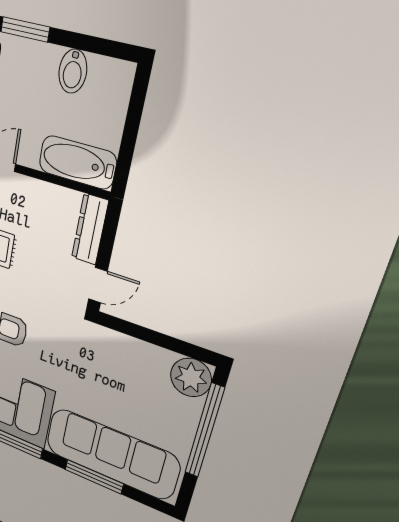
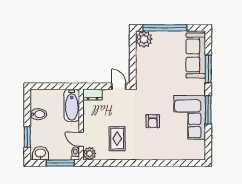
dresser: (90, 229) -> (93, 95), width x0.70
sofa: (112, 454) -> (196, 55), width x0.74, depth x0.79

